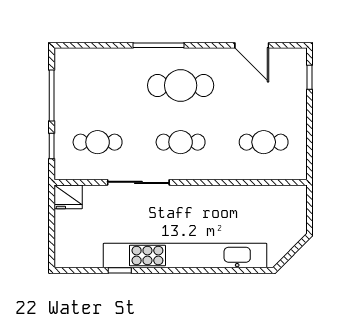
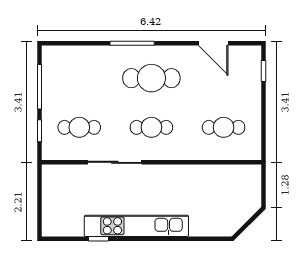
fridge: (68, 197) -> (54, 175), removed
kitchen unit: (185, 255) -> (136, 226), width x0.73

